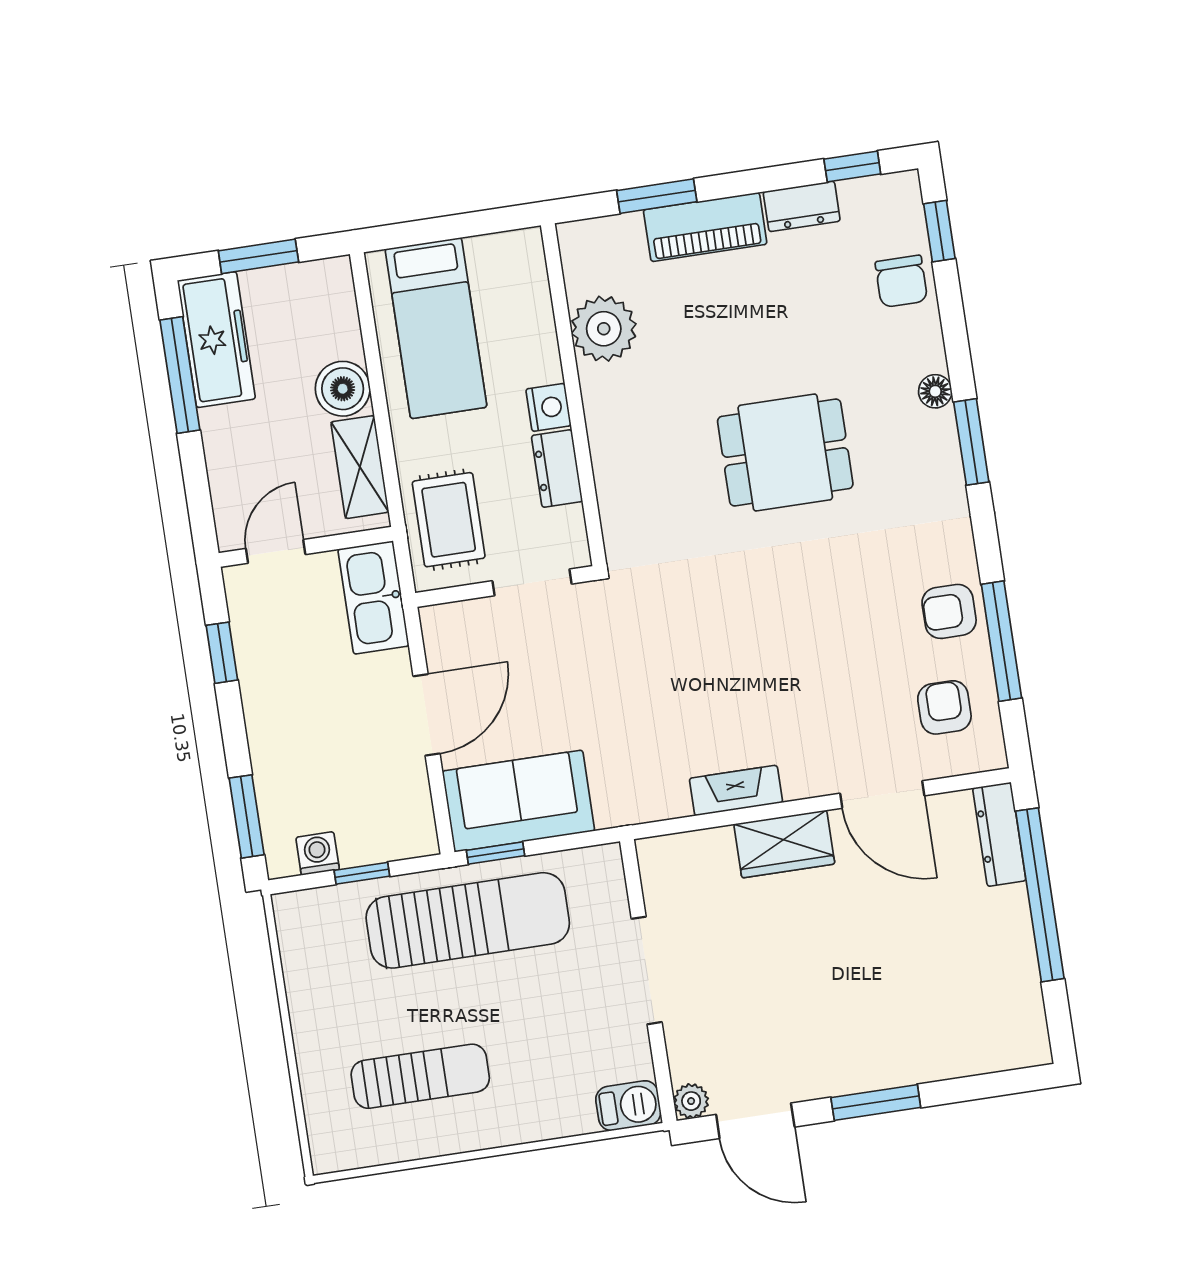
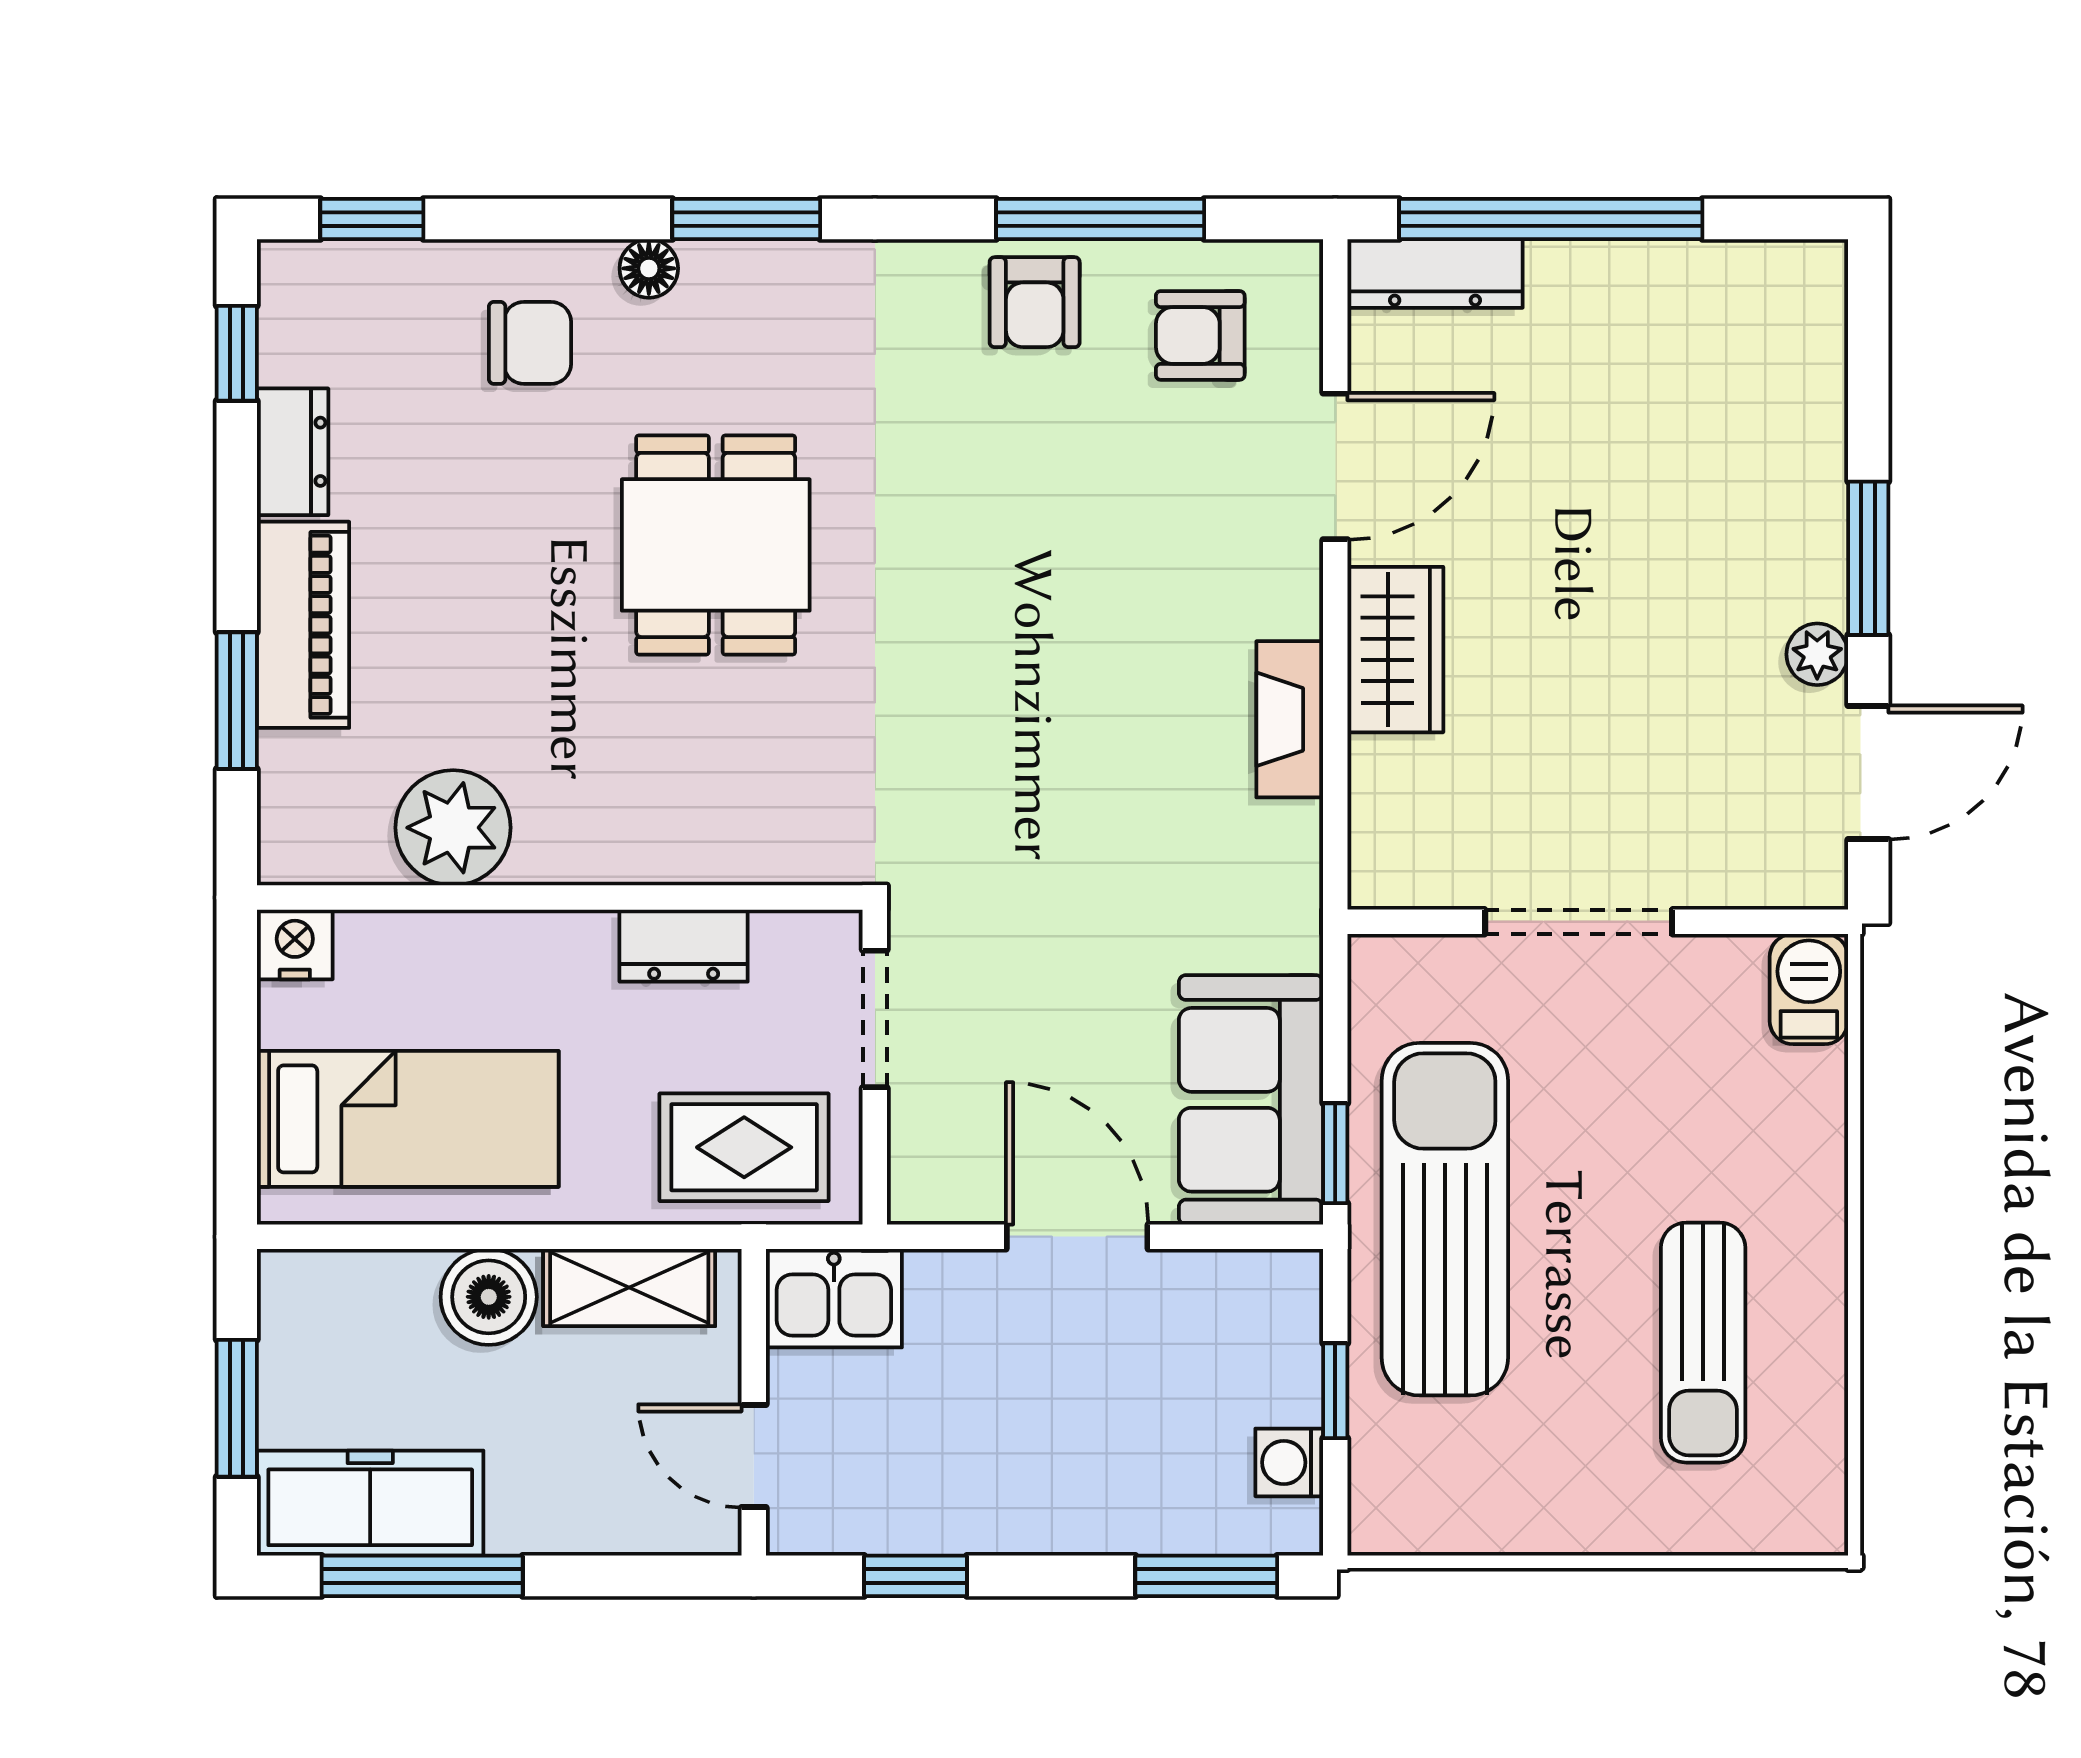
chair: (901, 281) -> (530, 343), moved
nightstand: (548, 407) -> (295, 944), moved
kitchen sink: (373, 597) -> (834, 1298), width x0.73
sun lounger: (420, 1076) -> (1703, 1343), turned 180
plant: (691, 1101) -> (1817, 654), moved

